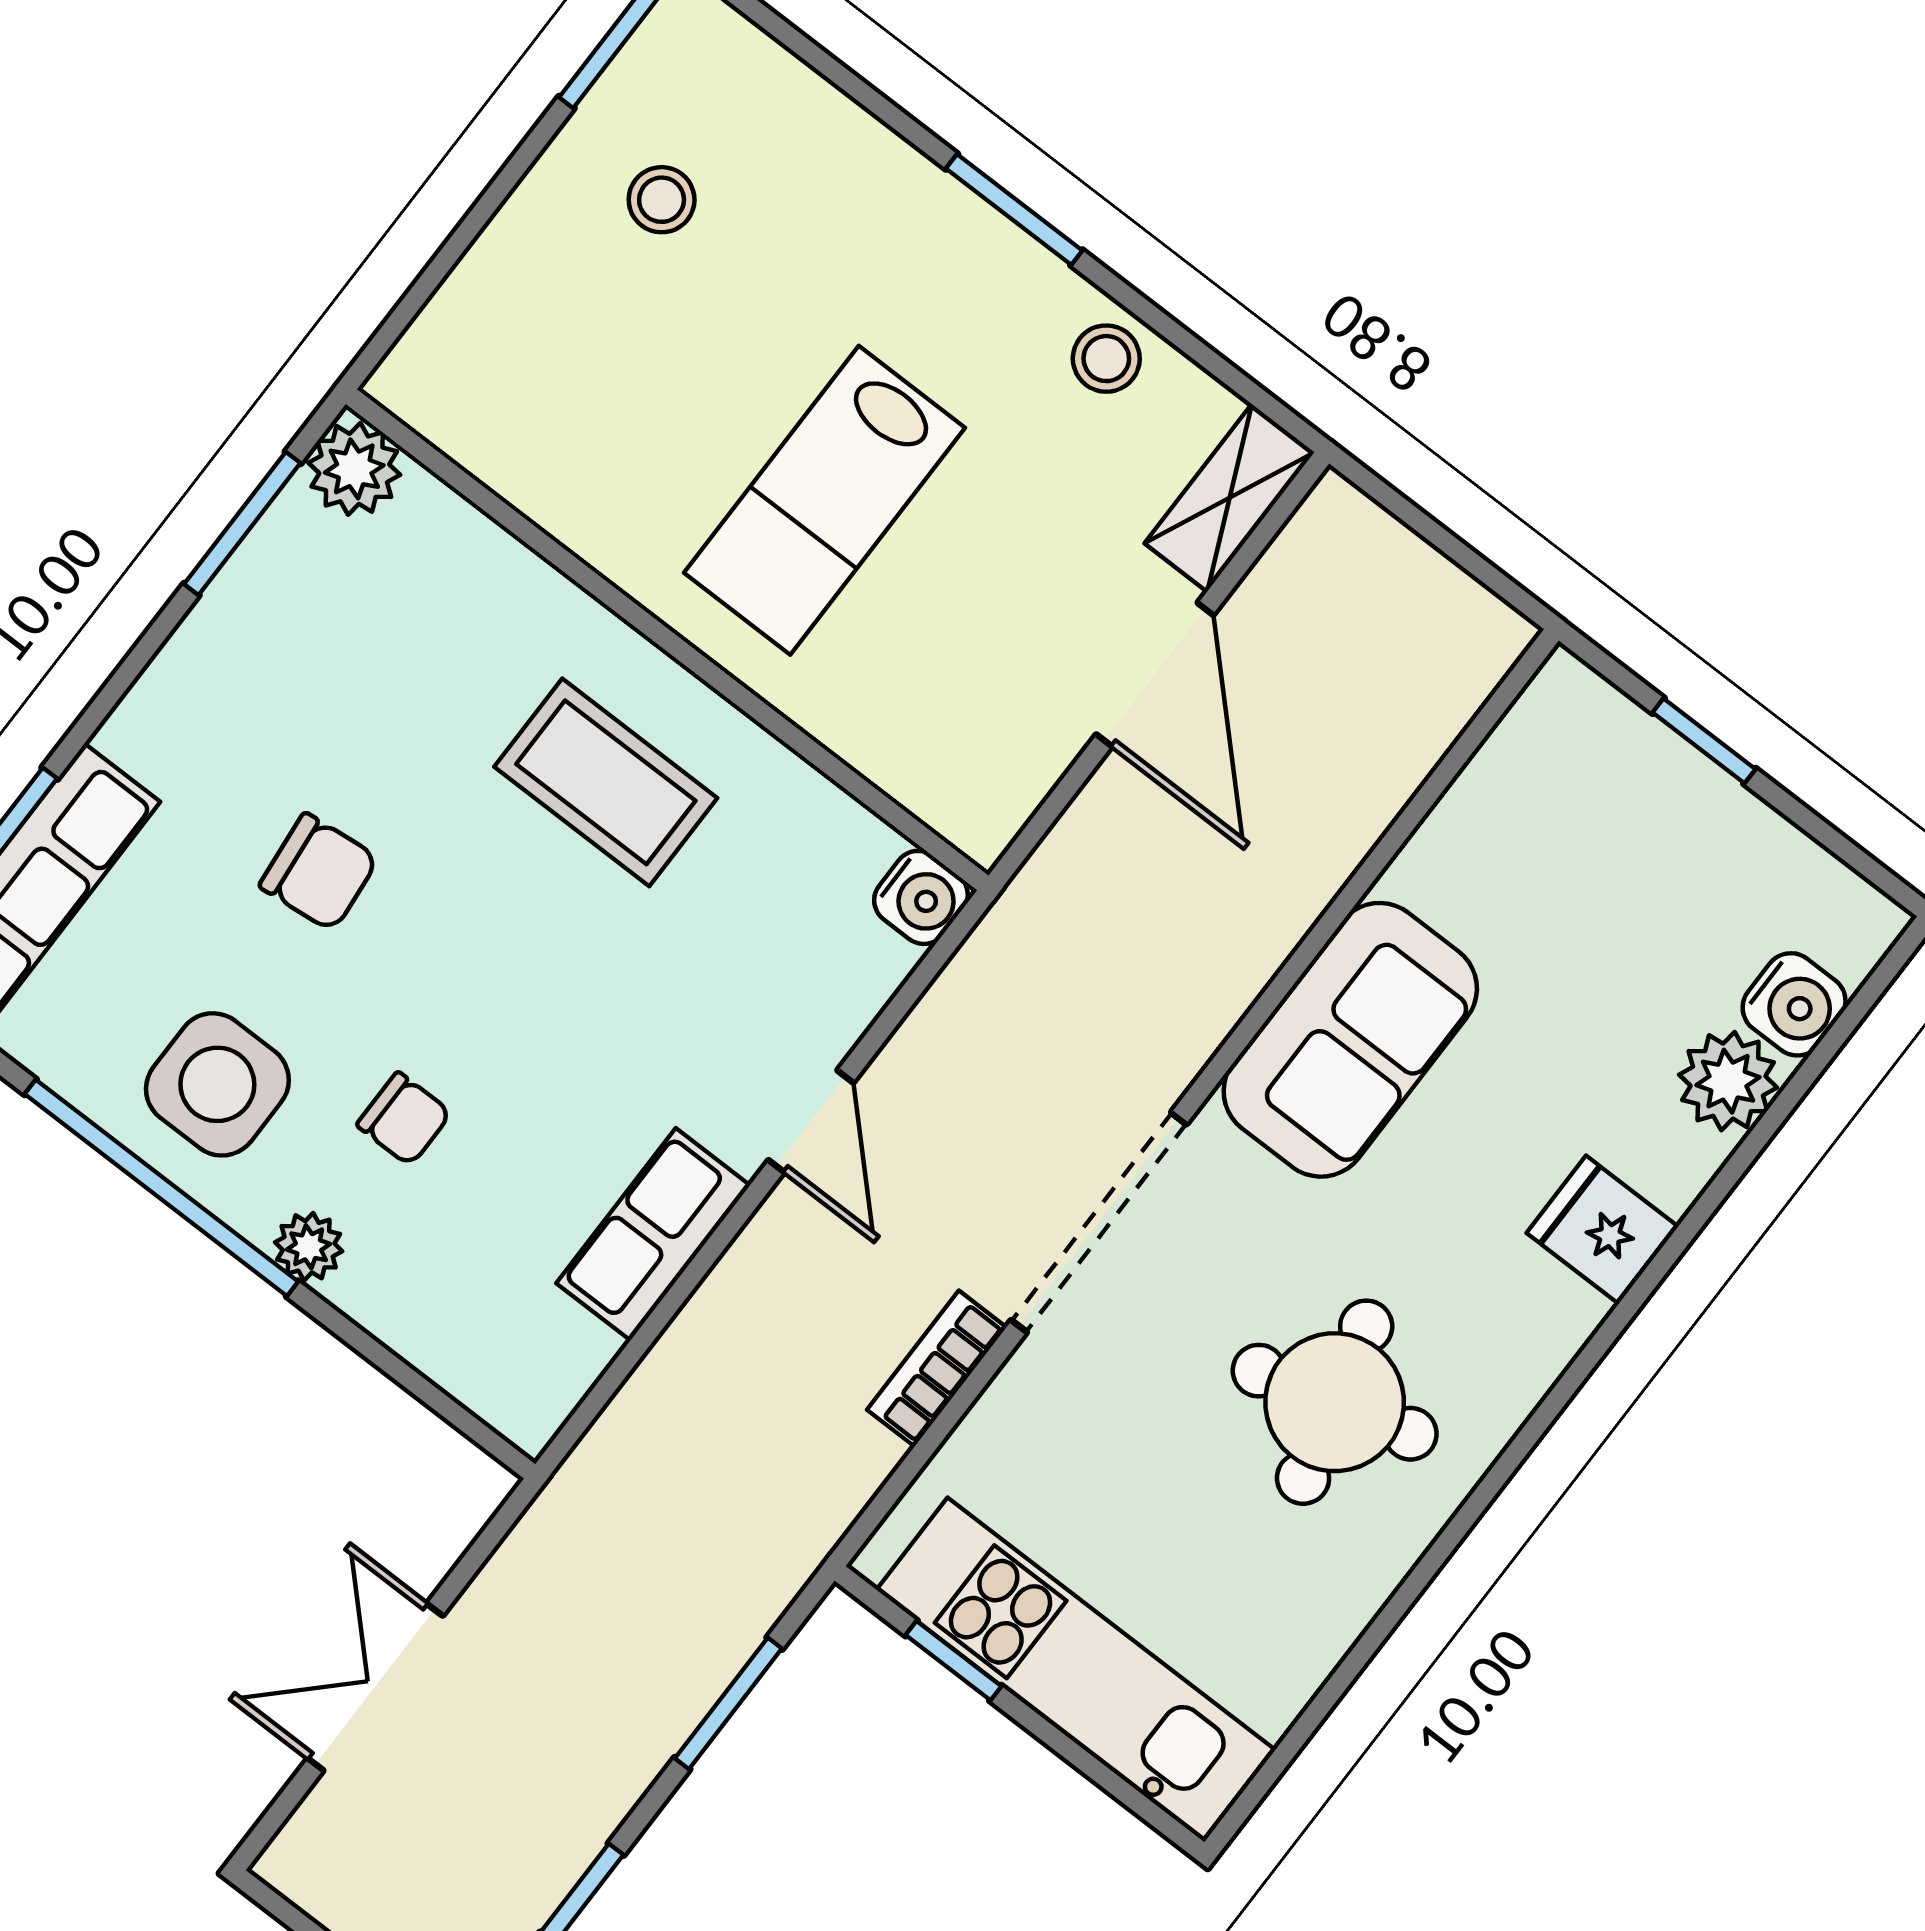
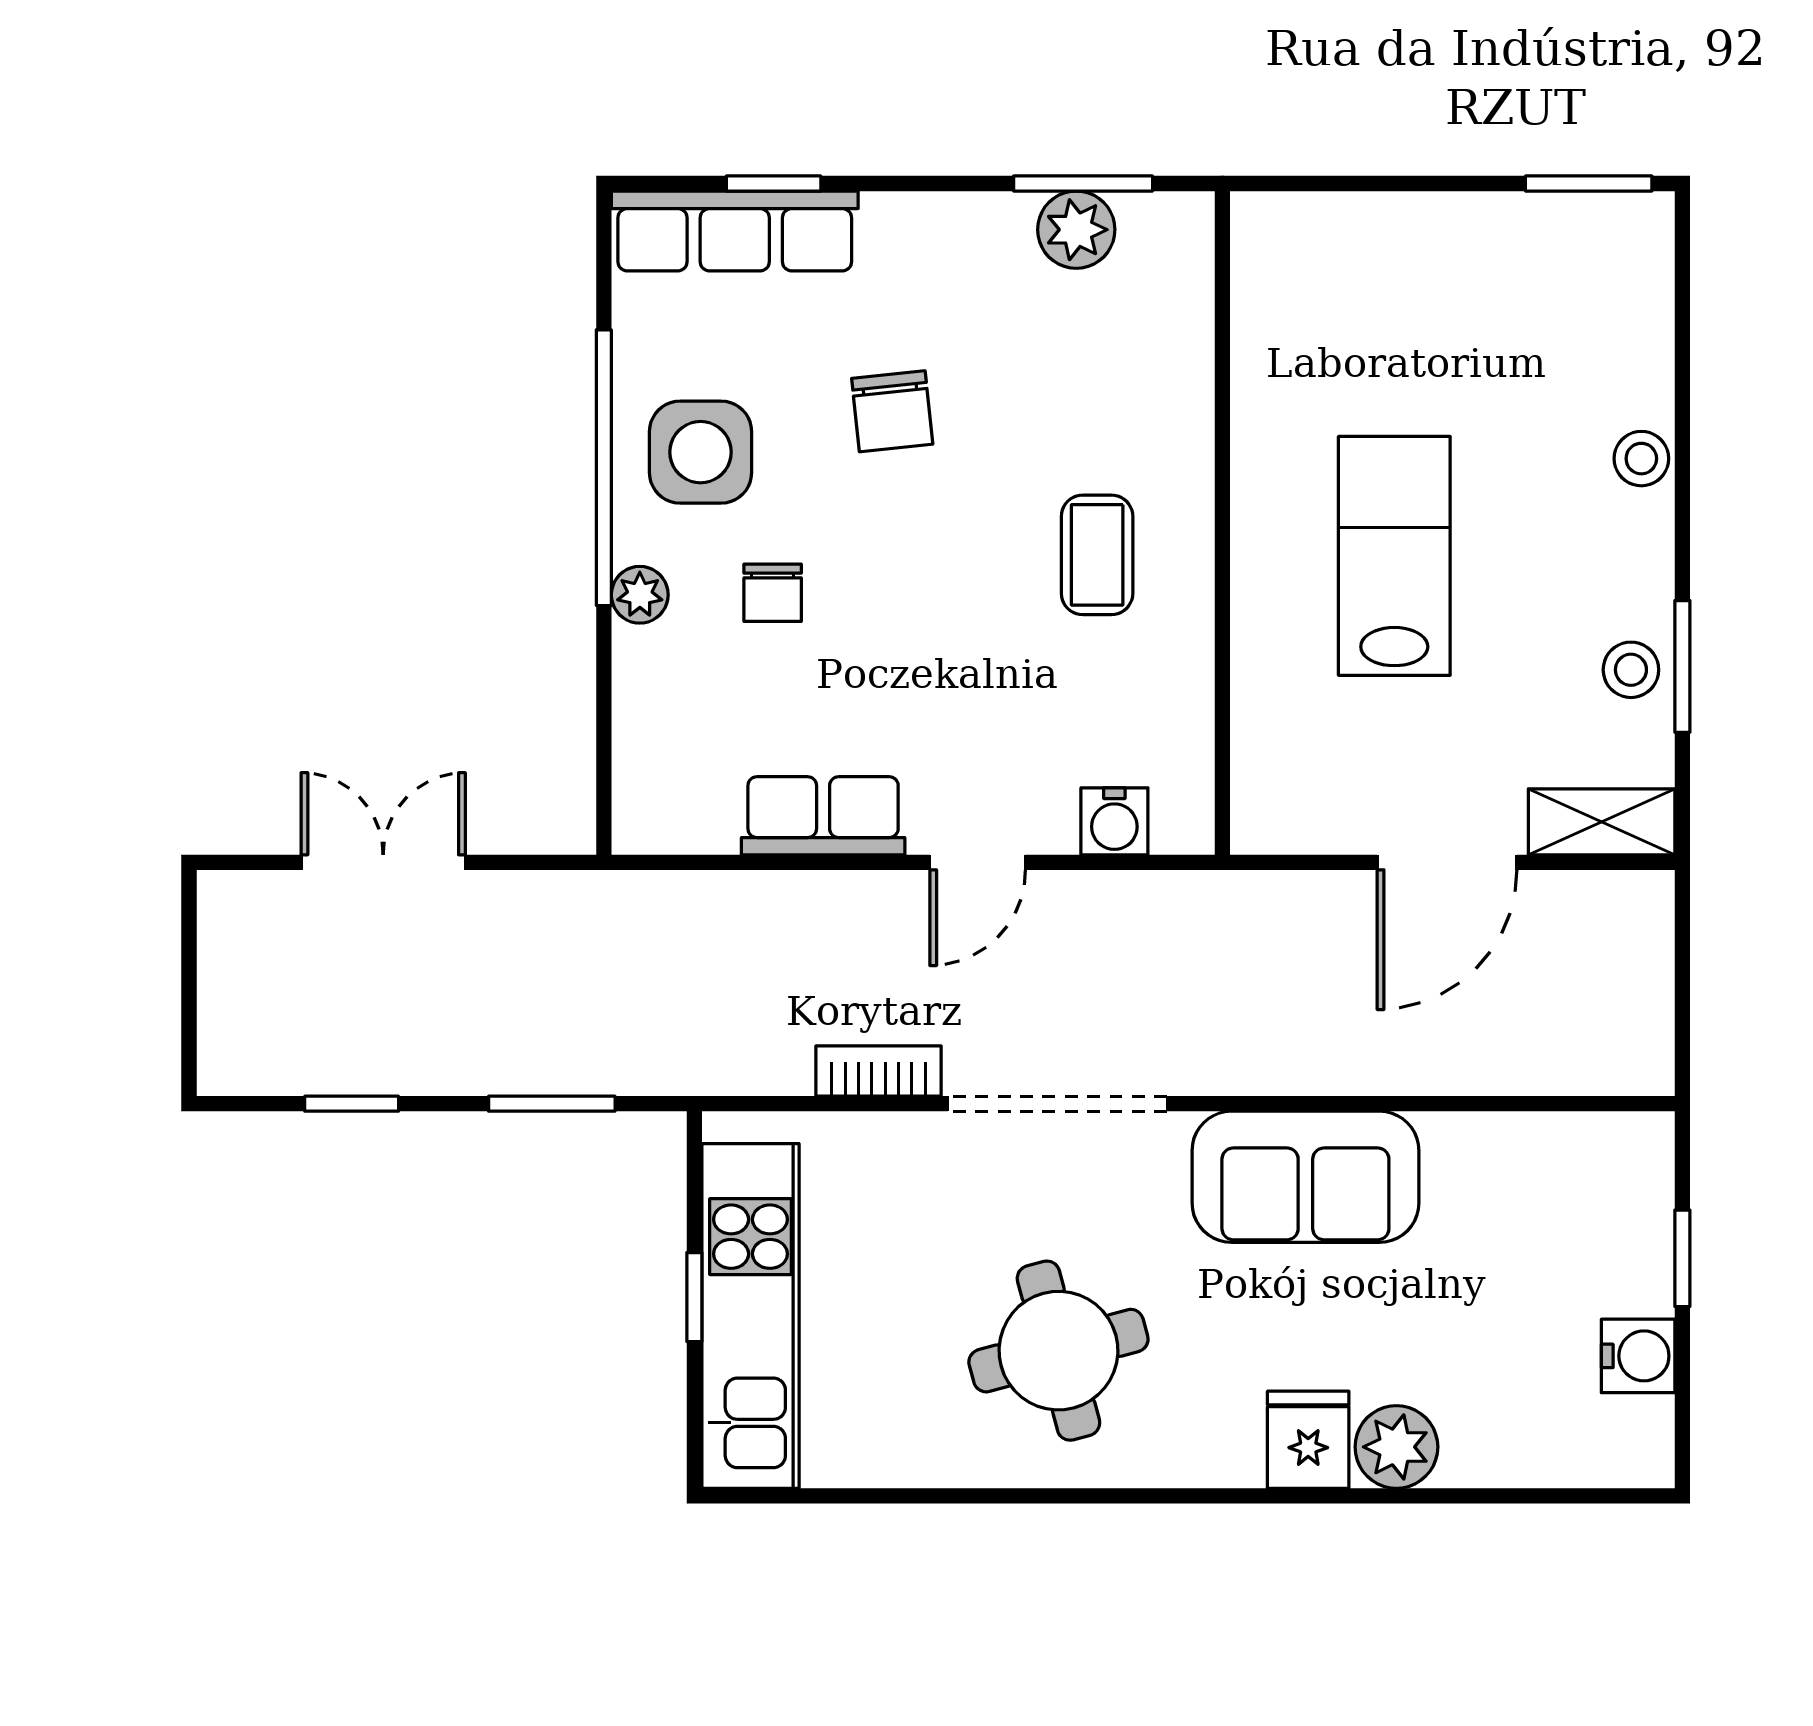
stool: (662, 200) -> (1641, 459), moved
window: (1014, 210) -> (1682, 666), moved
plant: (354, 469) -> (1076, 230), moved
lab bench: (824, 500) -> (1394, 556), turned 90
coffee table: (606, 782) -> (1097, 555), width x0.73, depth x0.77
water cooler: (921, 897) -> (1114, 821), moved
water cooler: (1794, 1004) -> (1638, 1356), moved, turned -90
plant: (1728, 1081) -> (1396, 1447), moved
window: (953, 1661) -> (694, 1297), moved

